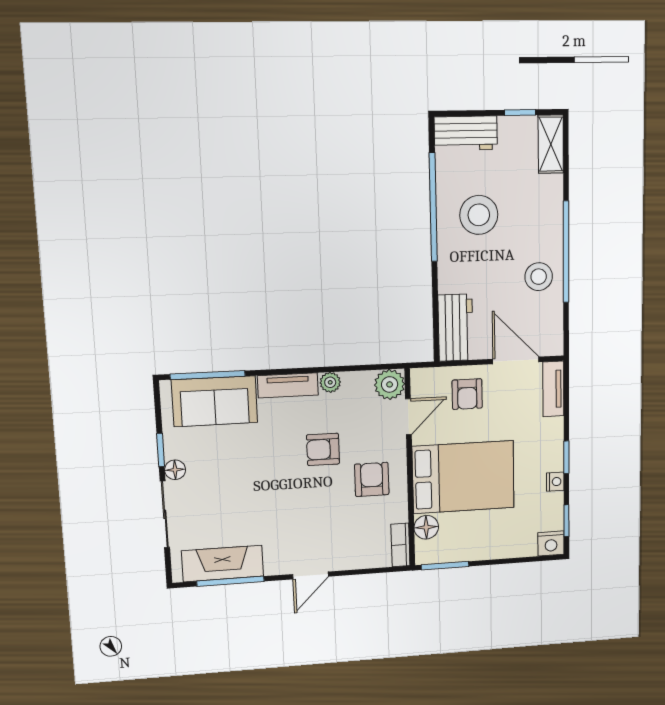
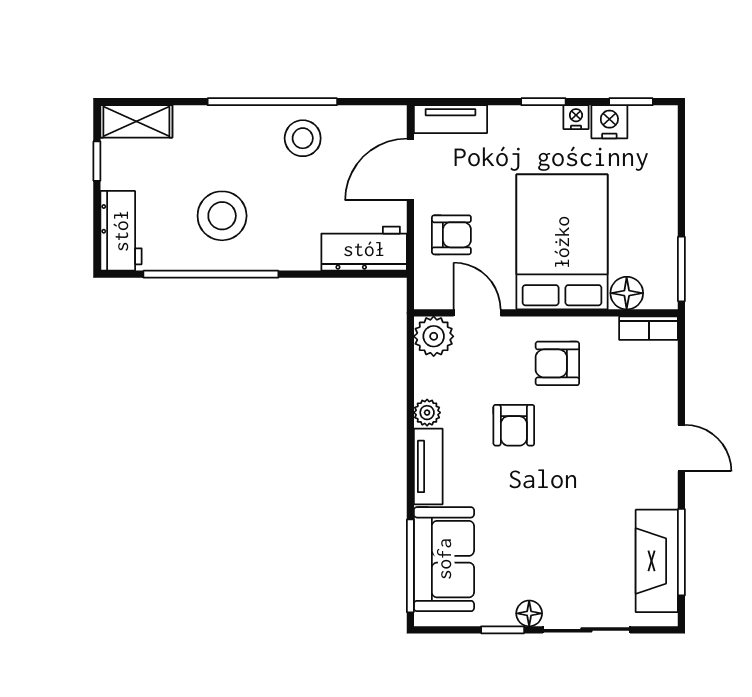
nightstand: (551, 543) -> (609, 122), moved, turned -90

